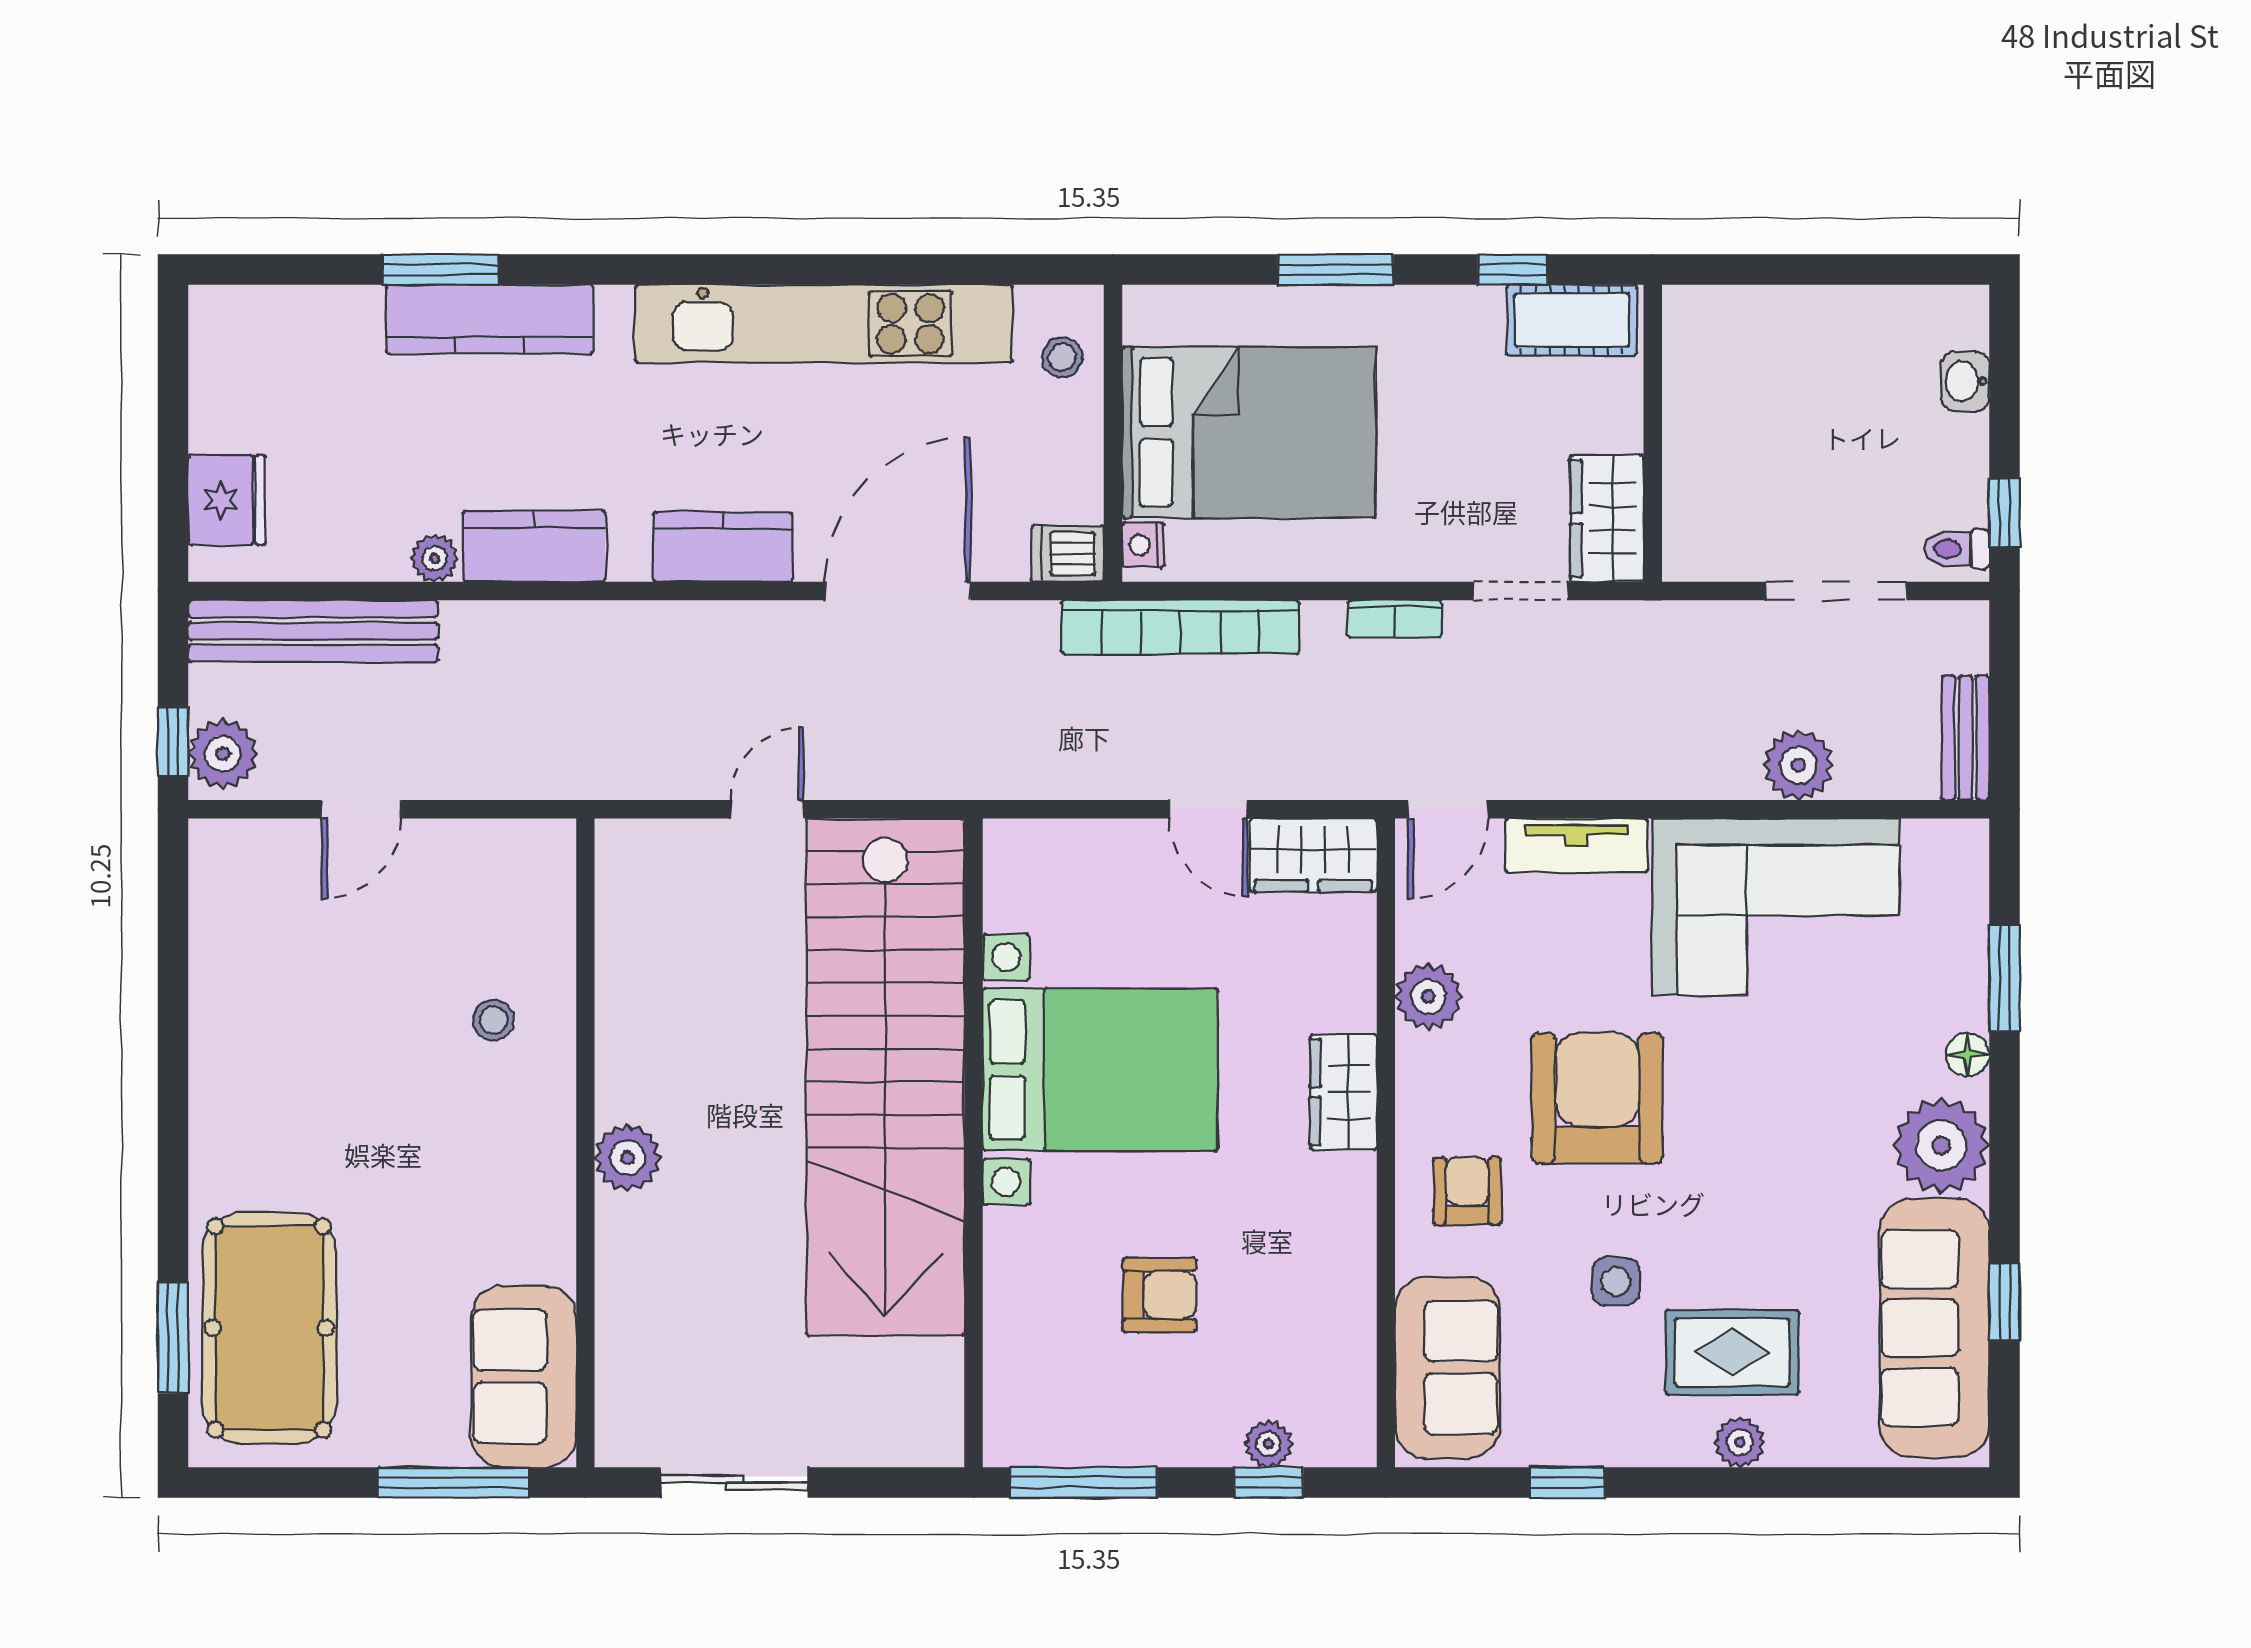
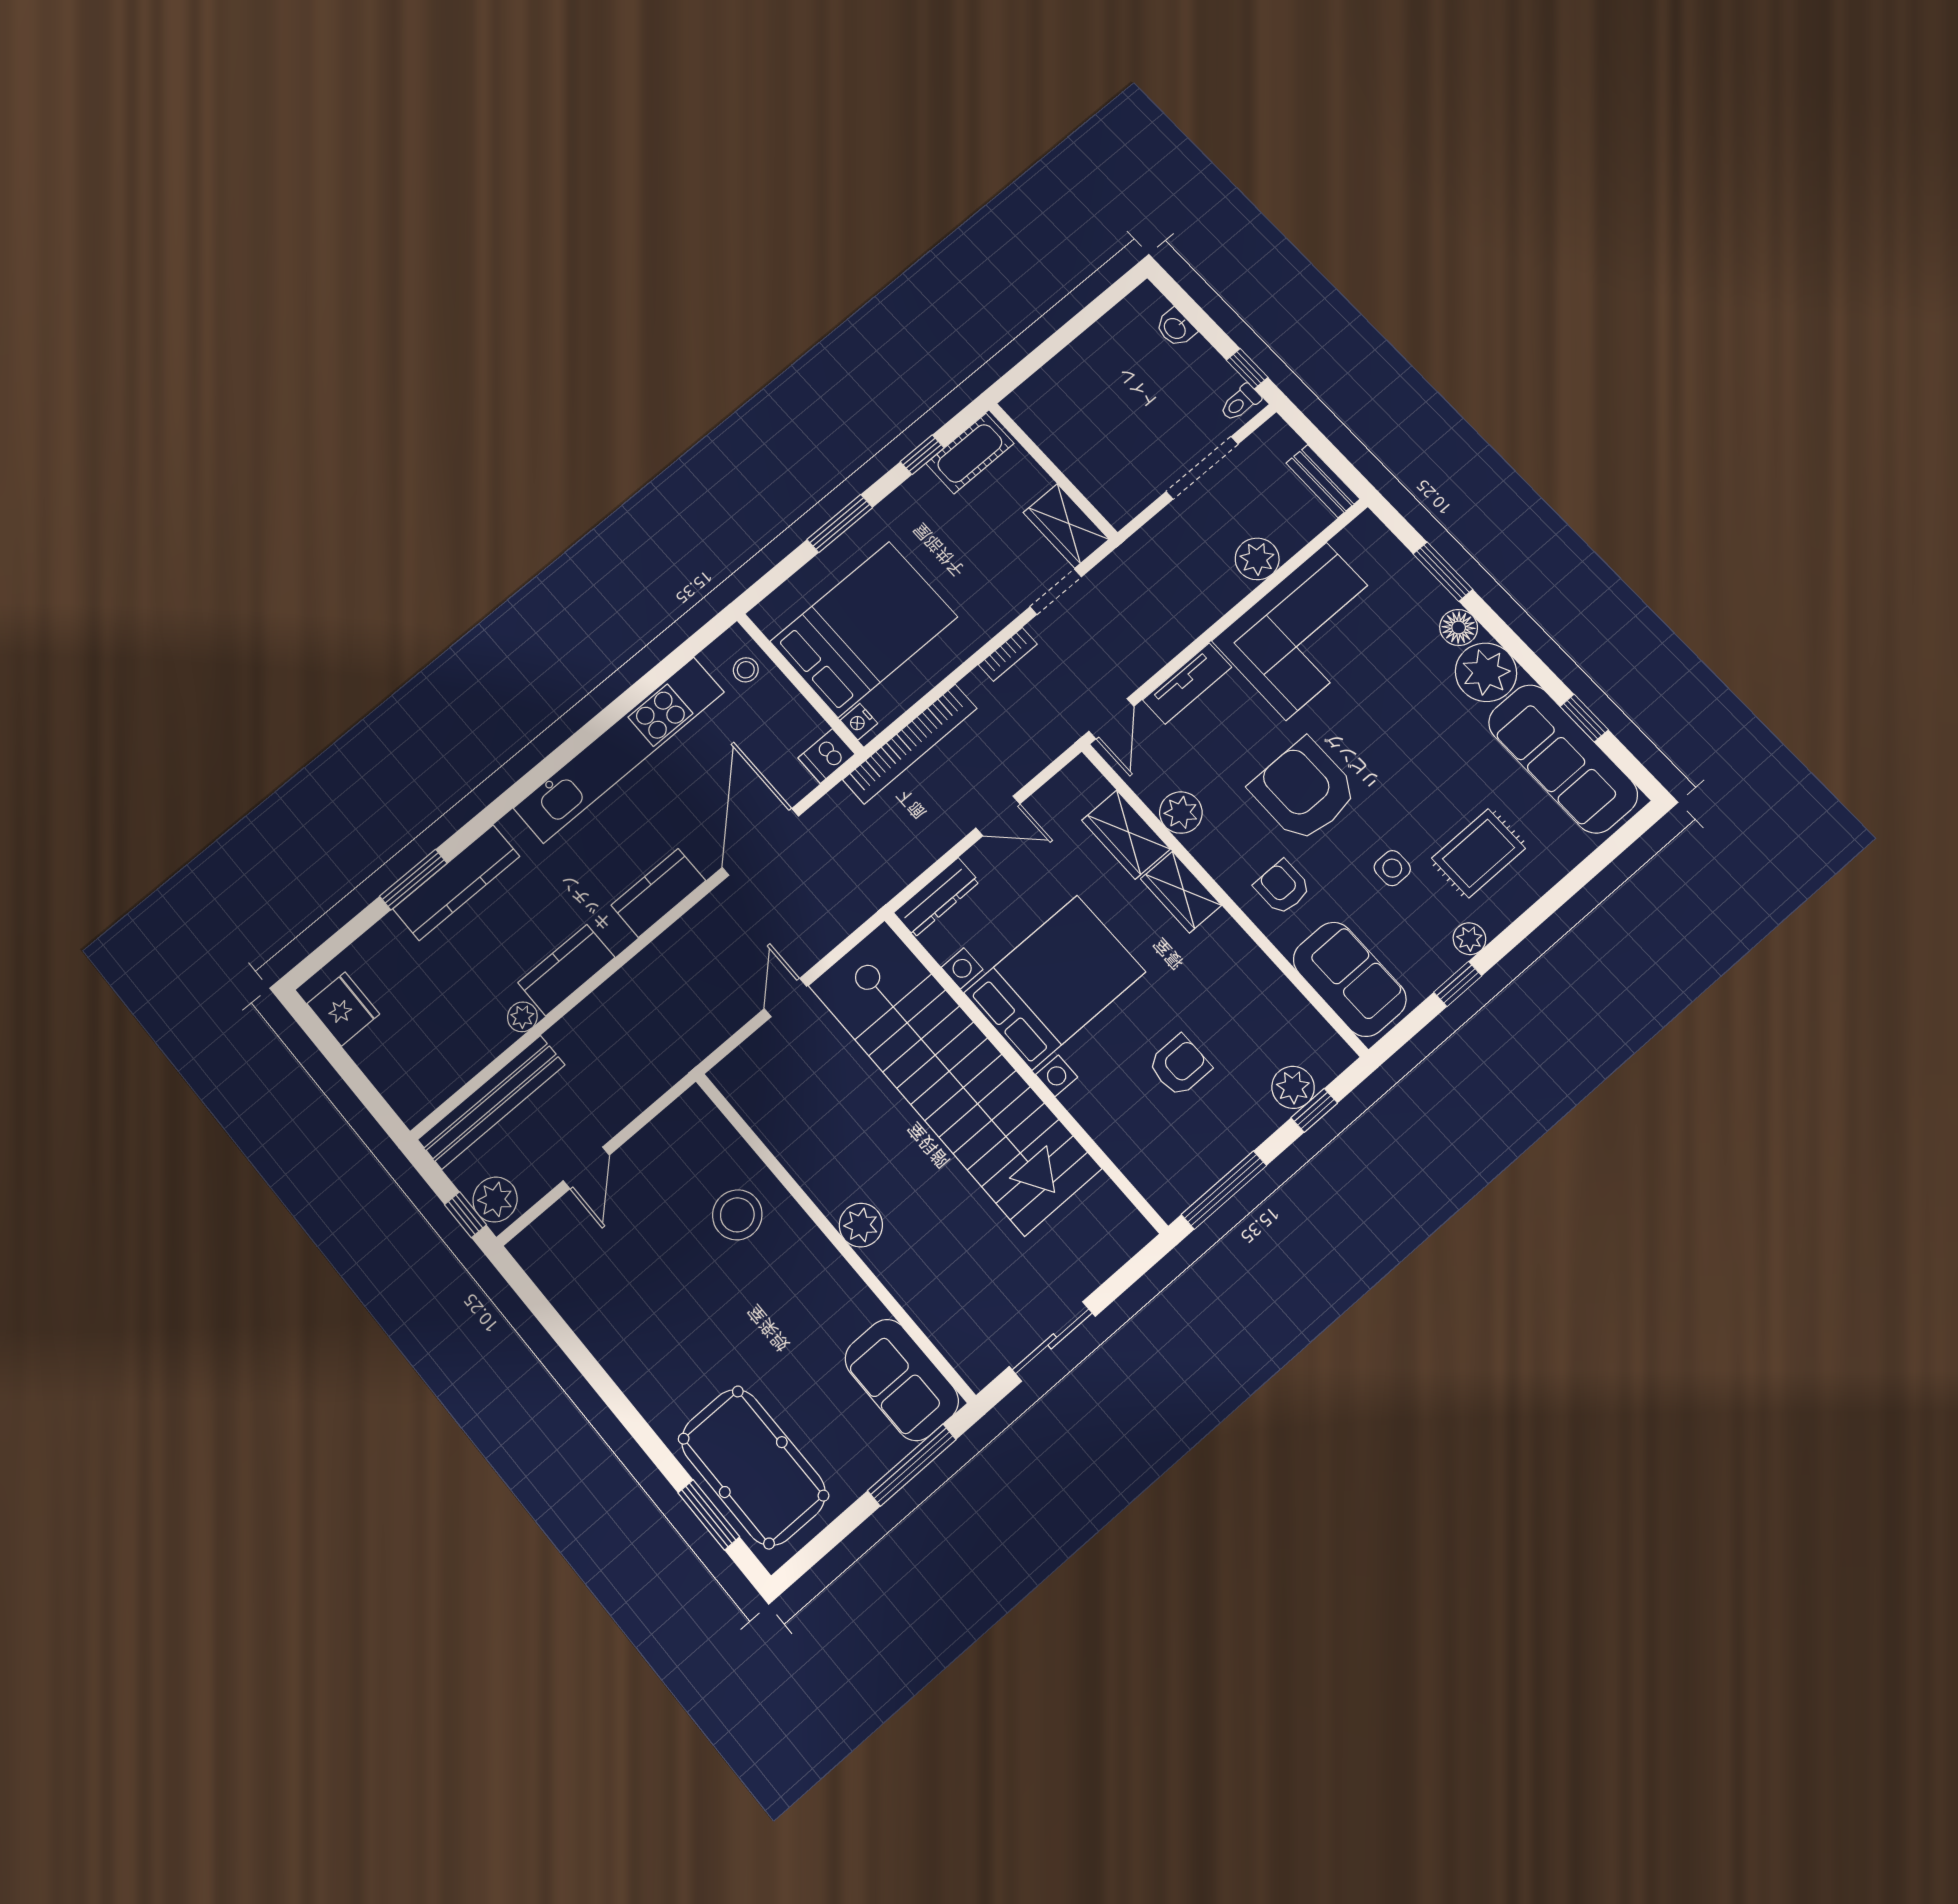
fridge: (227, 500) -> (343, 1009), moved
dresser: (1050, 845) -> (937, 897), added
wardrobe: (1313, 855) -> (1126, 835), moved, turned 90
stool: (493, 1020) -> (737, 1215), width x1.89, depth x1.89
floor lamp: (1968, 1055) -> (1459, 628), width x1.37, depth x1.37
plant: (1740, 1442) -> (1469, 939), moved
plant: (1268, 1444) -> (1293, 1087), width x1.38, depth x1.38

